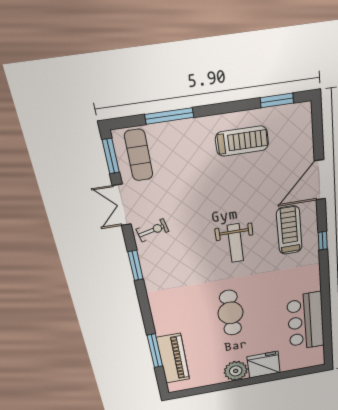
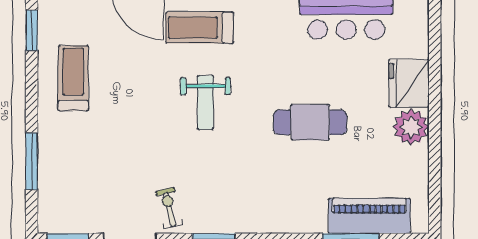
exercise mat: (139, 155) -> (72, 206), removed
weight bench: (235, 243) -> (205, 102), turned 90

